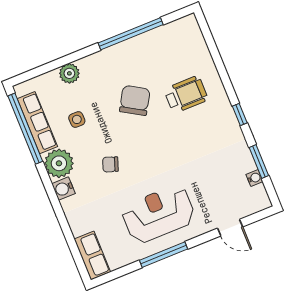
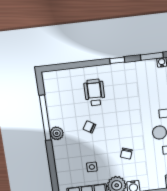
plant: (69, 73) -> (57, 133), moved
chair: (135, 100) -> (89, 127), width x0.54, depth x0.54

